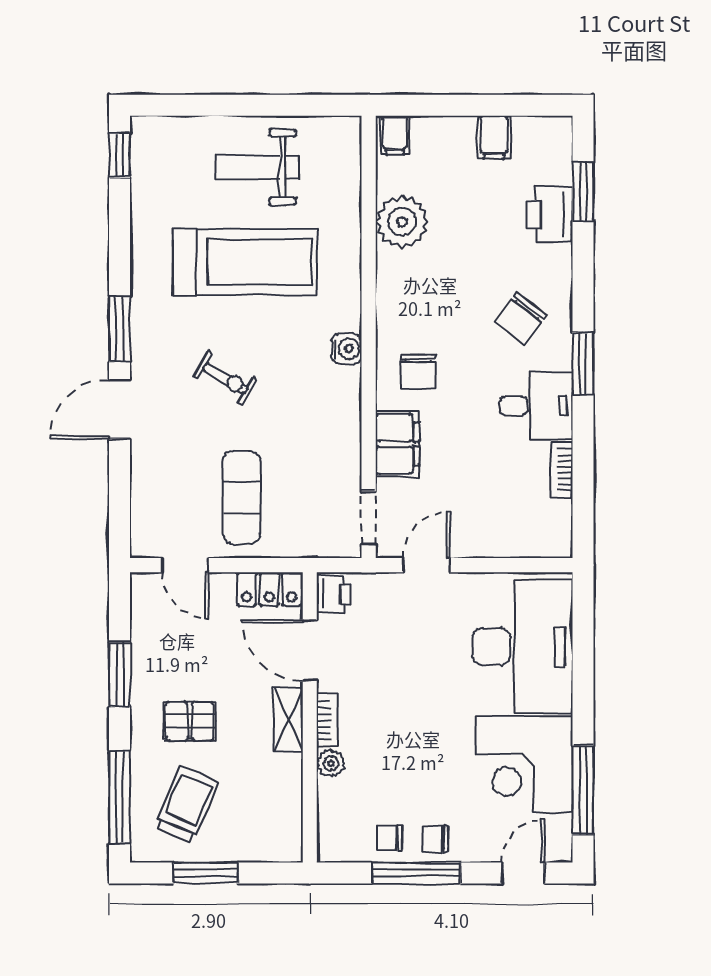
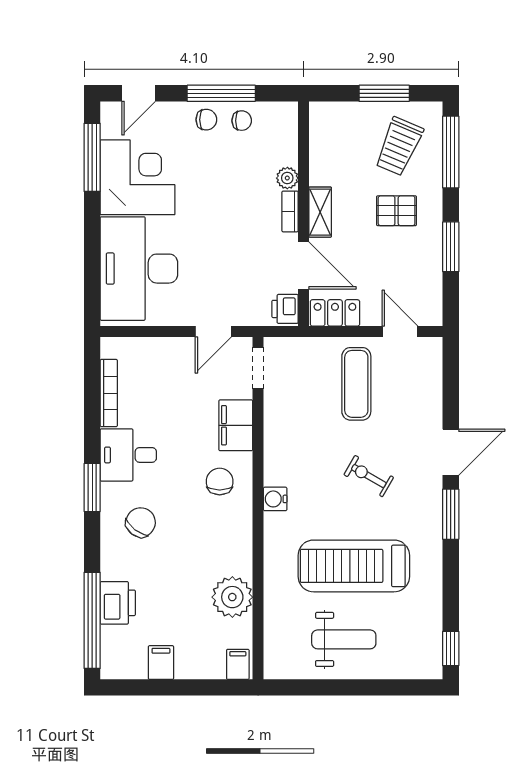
window: (583, 192) -> (92, 620), width x2.11
bookcase: (562, 470) -> (109, 393), width x1.56

